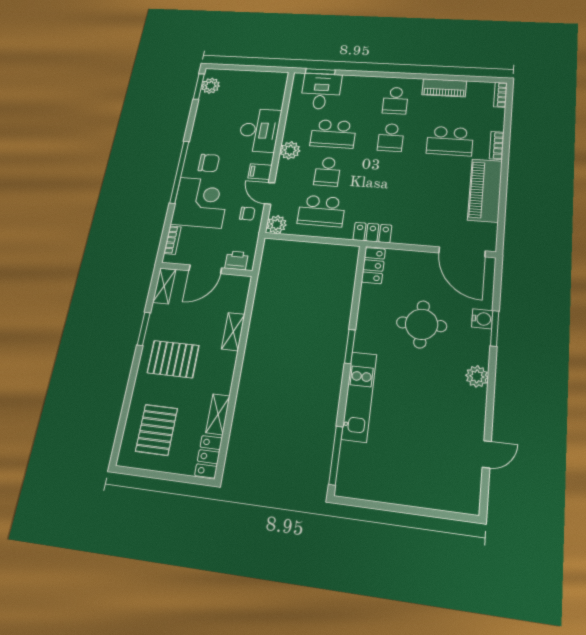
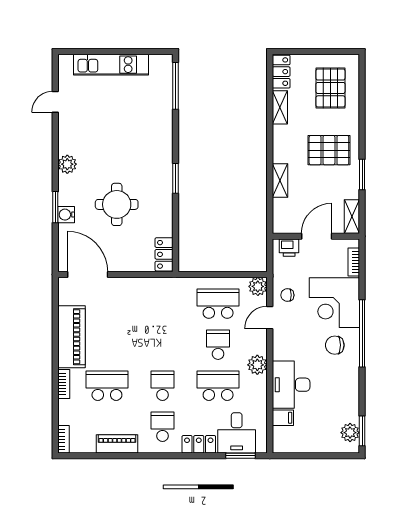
filing cabinet: (260, 172) -> (283, 418), moved
door: (270, 193) -> (270, 318), swing flipped
locker: (372, 233) -> (199, 444), moved, turned 180
kitchen unit: (359, 396) -> (111, 65), moved, turned -90

